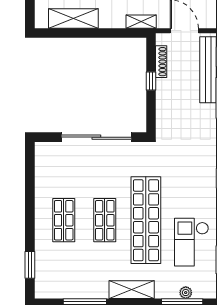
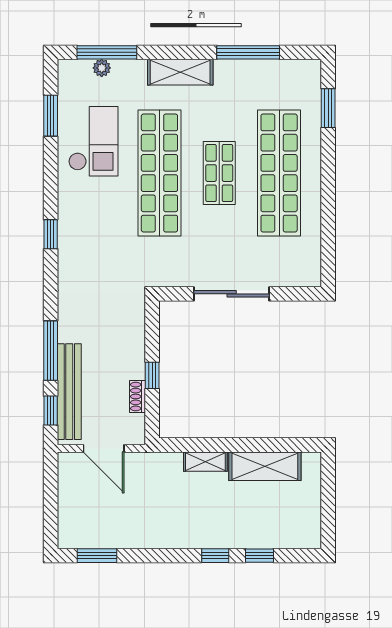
shelving: (141, 22) -> (205, 462), moved
shoe rack: (161, 62) -> (137, 396), width x0.70
sliding door: (96, 137) -> (232, 294), width x0.73
shop shelf: (64, 220) -> (279, 173), width x2.00, depth x1.36

